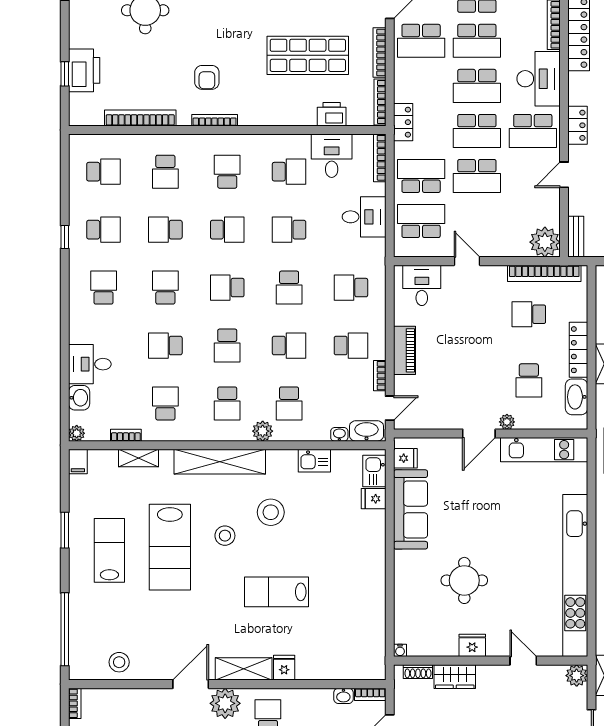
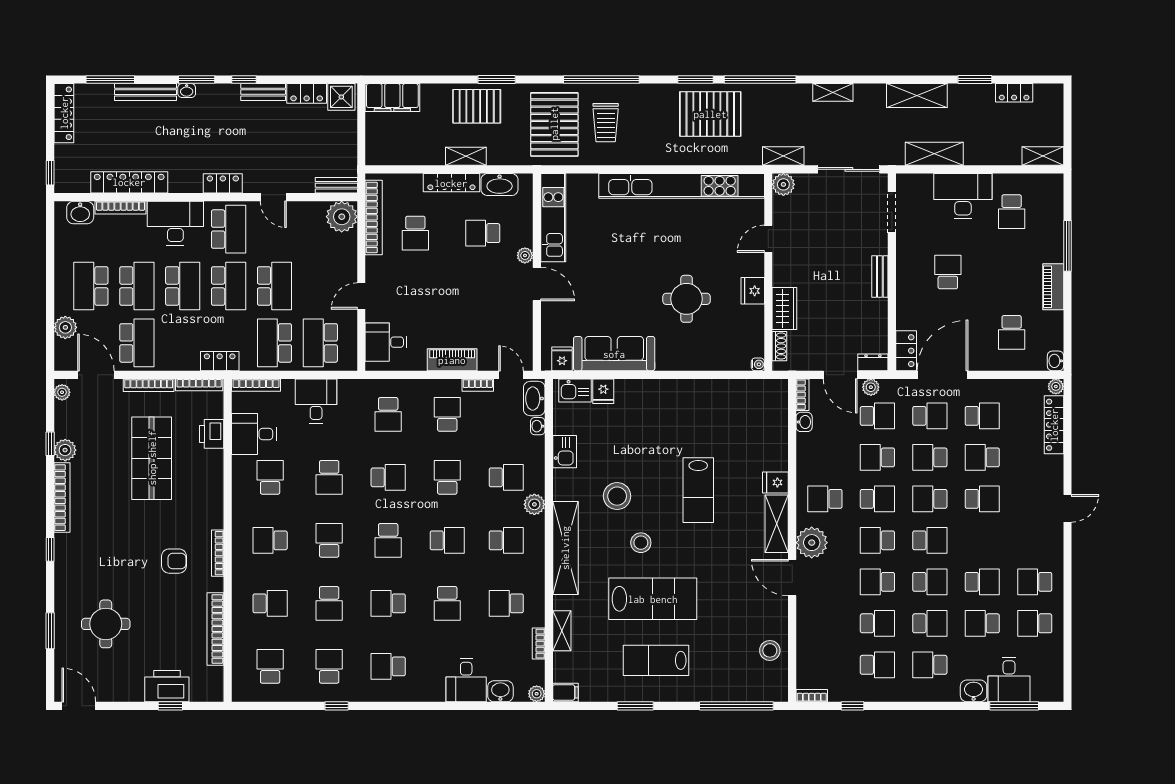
school desk: (529, 380) -> (483, 233), turned 180

